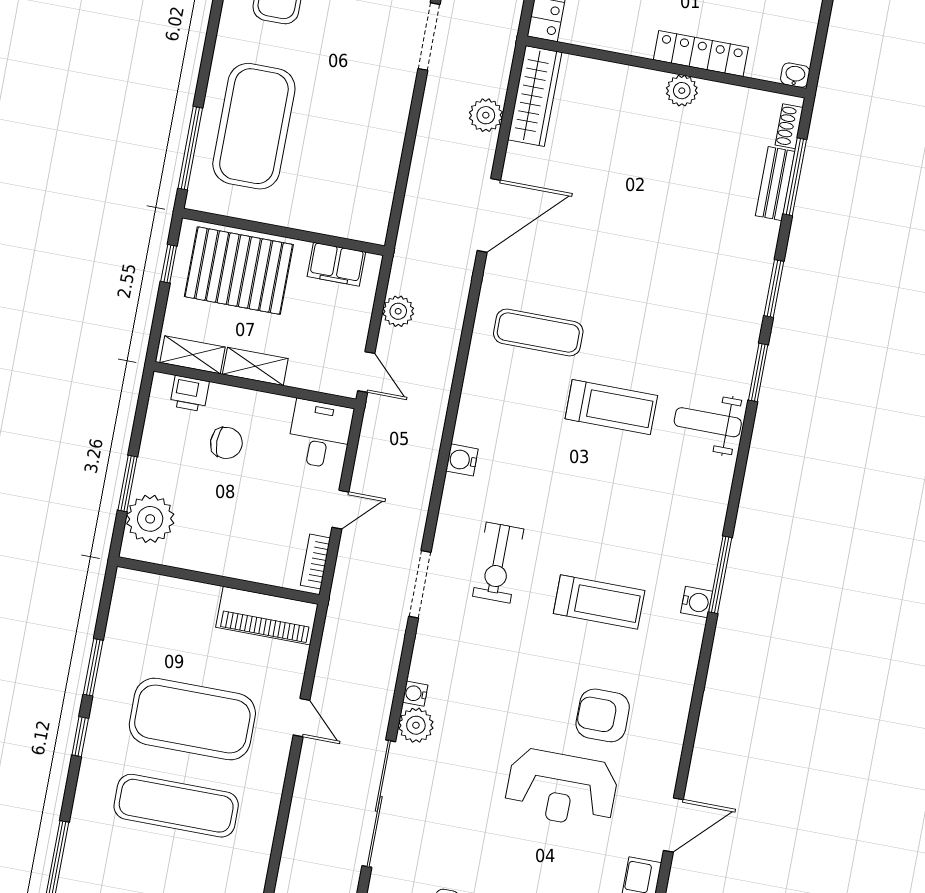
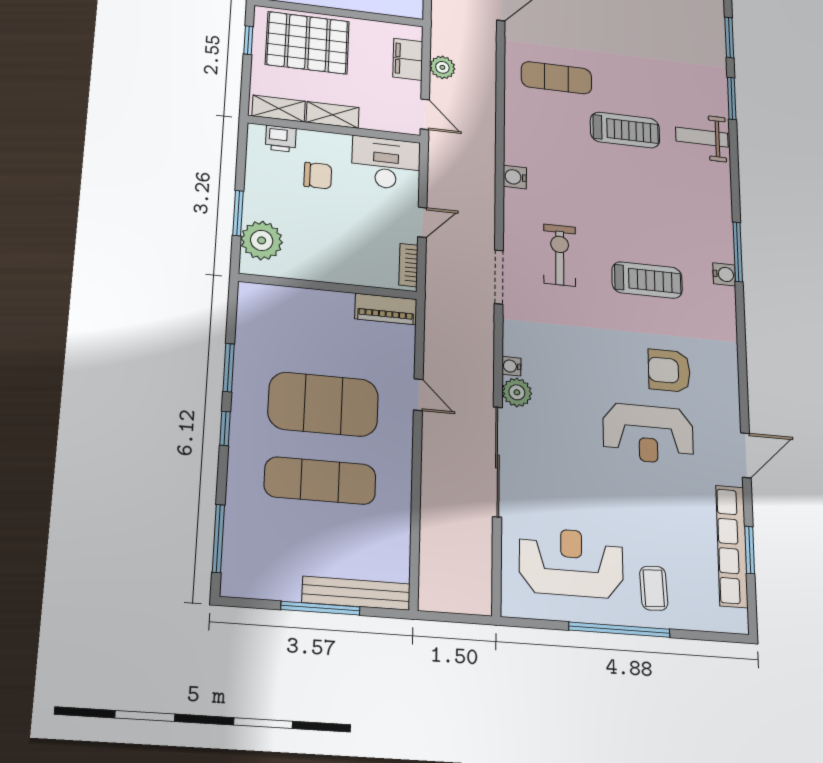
filing cabinet: (336, 264) -> (408, 59), moved, turned 90
desk: (320, 434) -> (386, 163), width x1.37
exercise bike: (498, 563) -> (560, 255), turned 180
piano: (267, 616) -> (386, 309), width x0.73, depth x0.75

